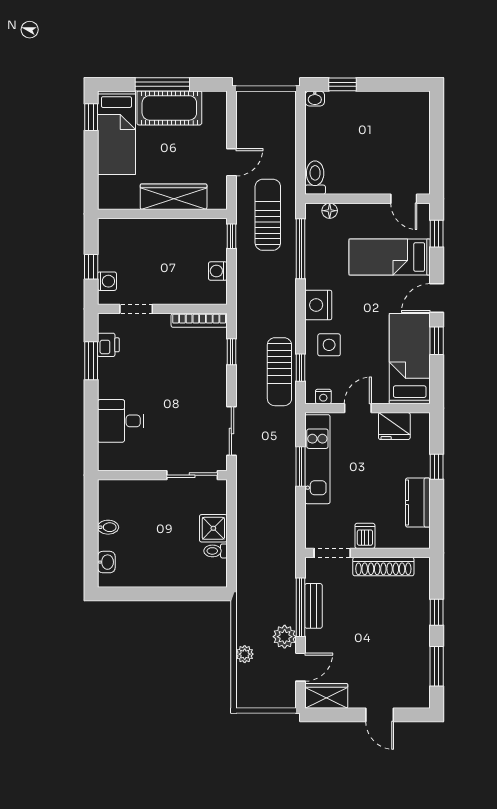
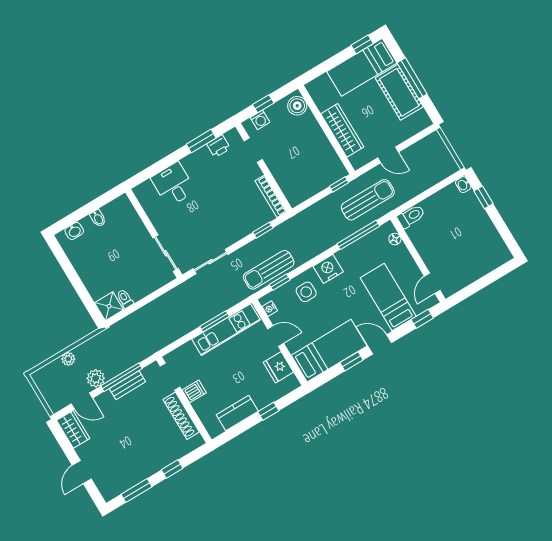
boiler: (116, 230) -> (297, 106), added
washing machine: (218, 271) -> (311, 189), removed
shower: (213, 528) -> (109, 306), moved

